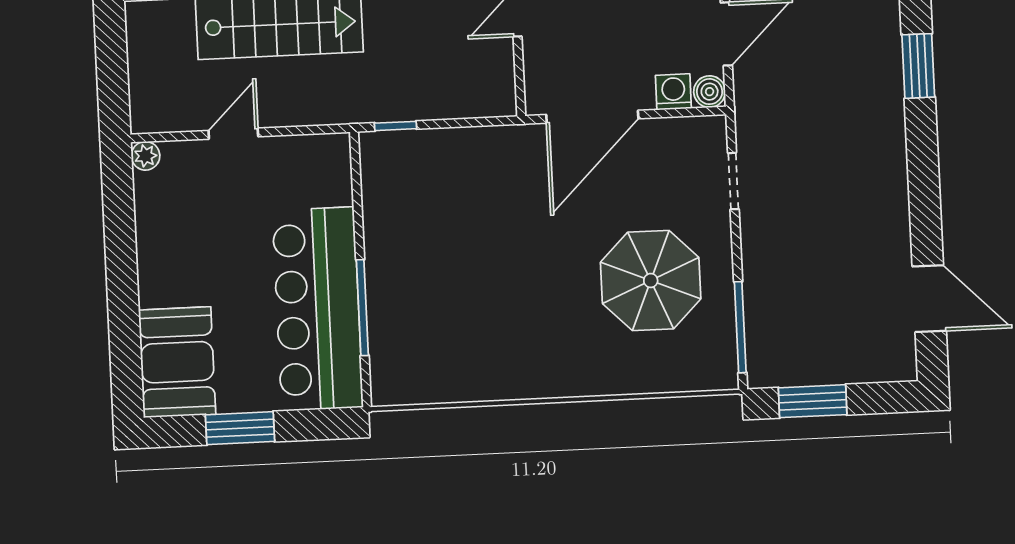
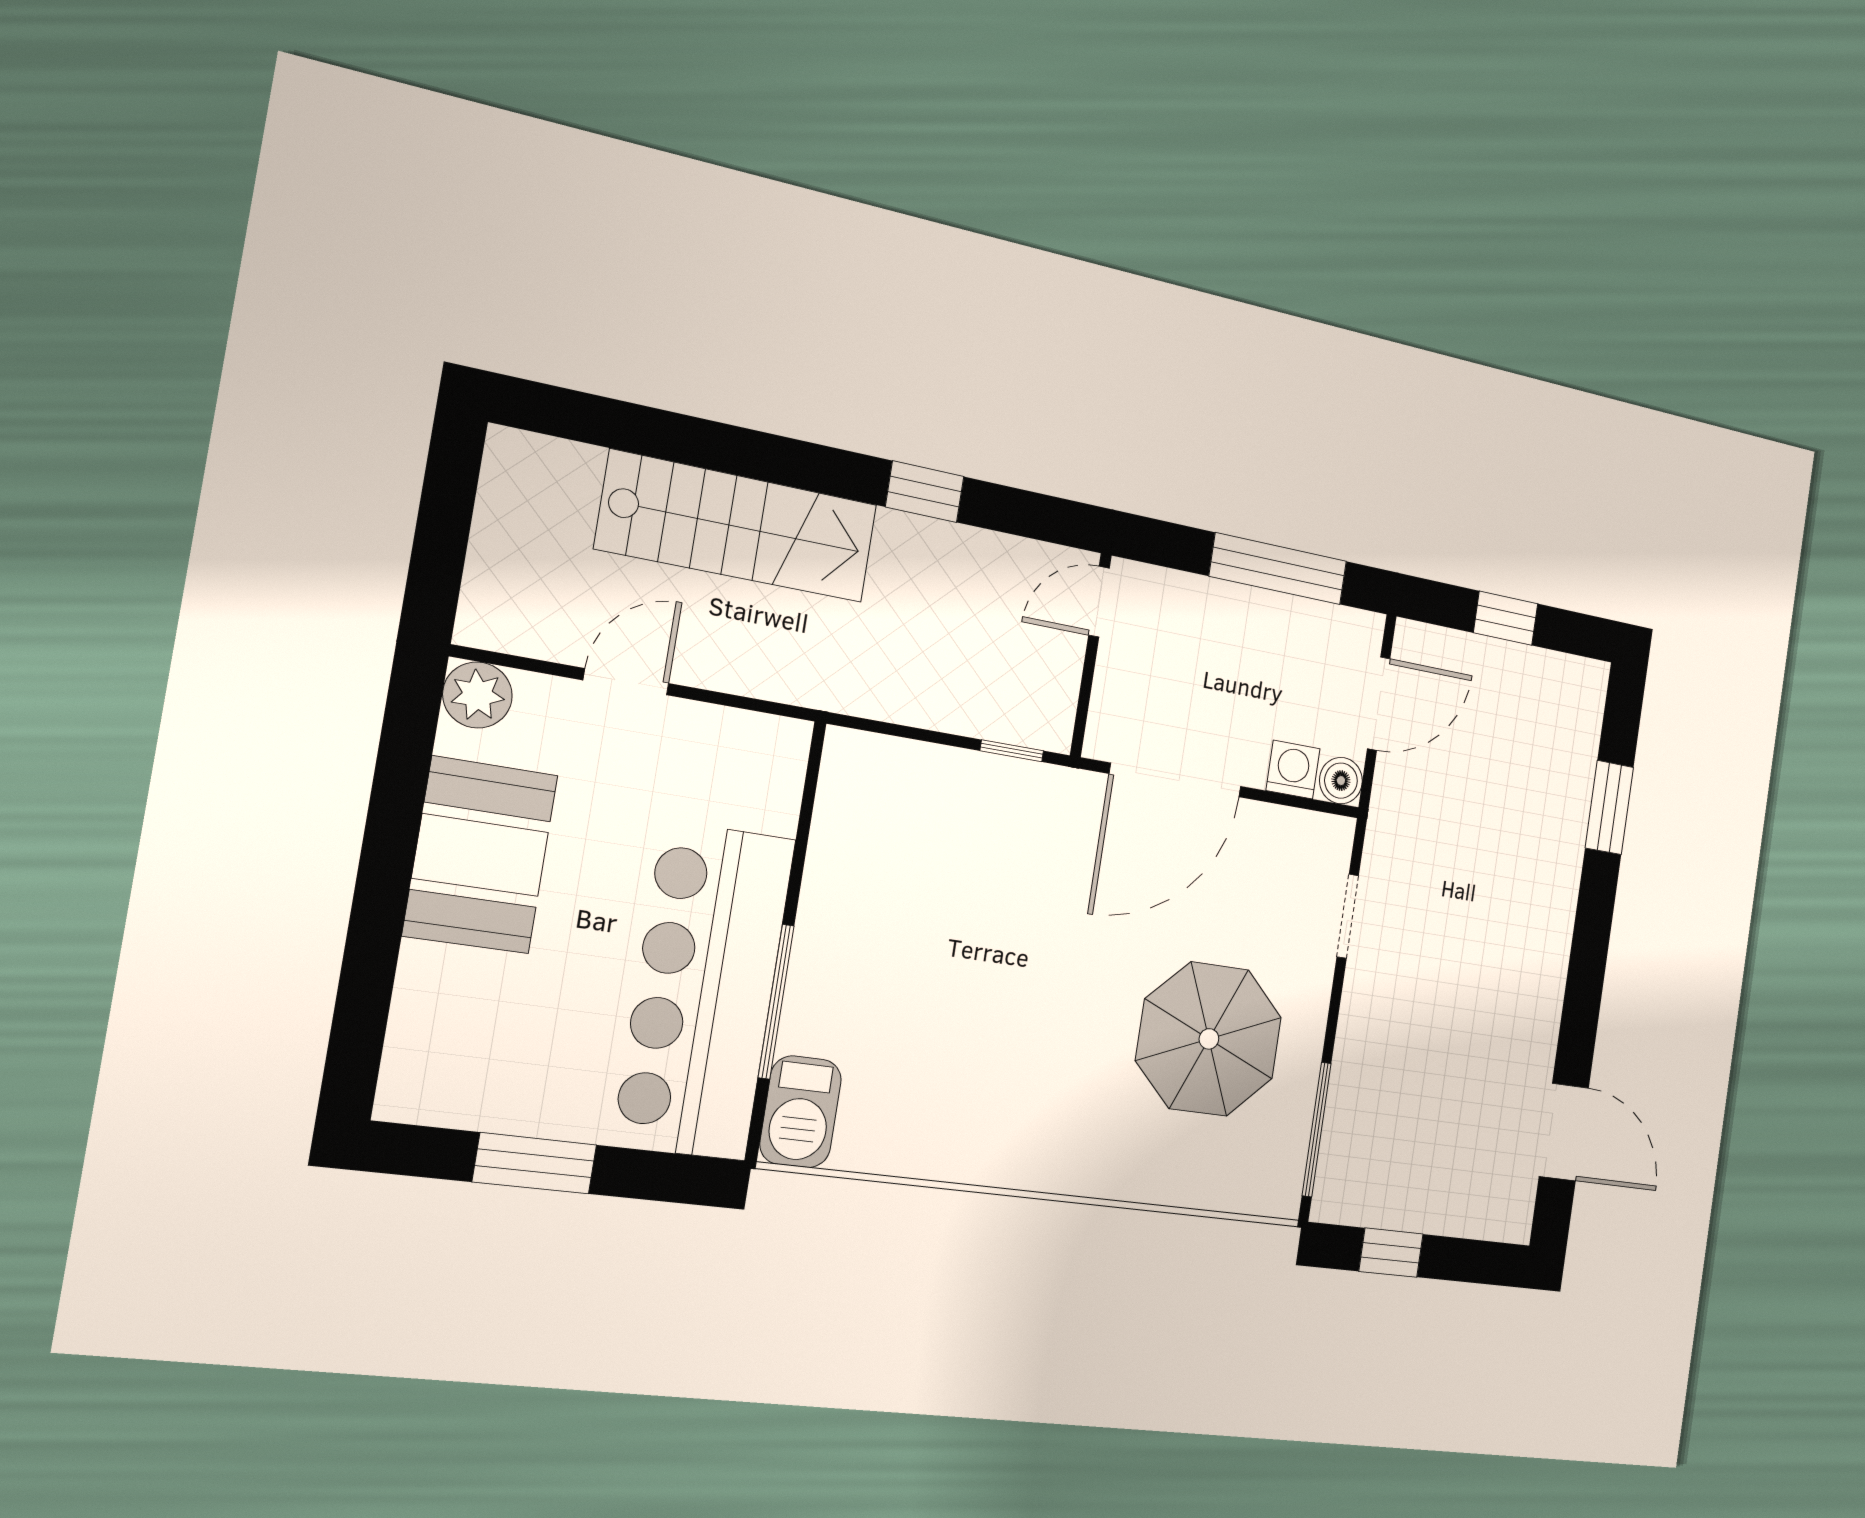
window: (395, 126) -> (1012, 751), moved
plant: (145, 156) -> (477, 695), width x1.38, depth x1.38
booth: (177, 362) -> (480, 855), moved
barbecue: (391, 372) -> (801, 1112), added
window: (813, 401) -> (1391, 1253), width x0.67

